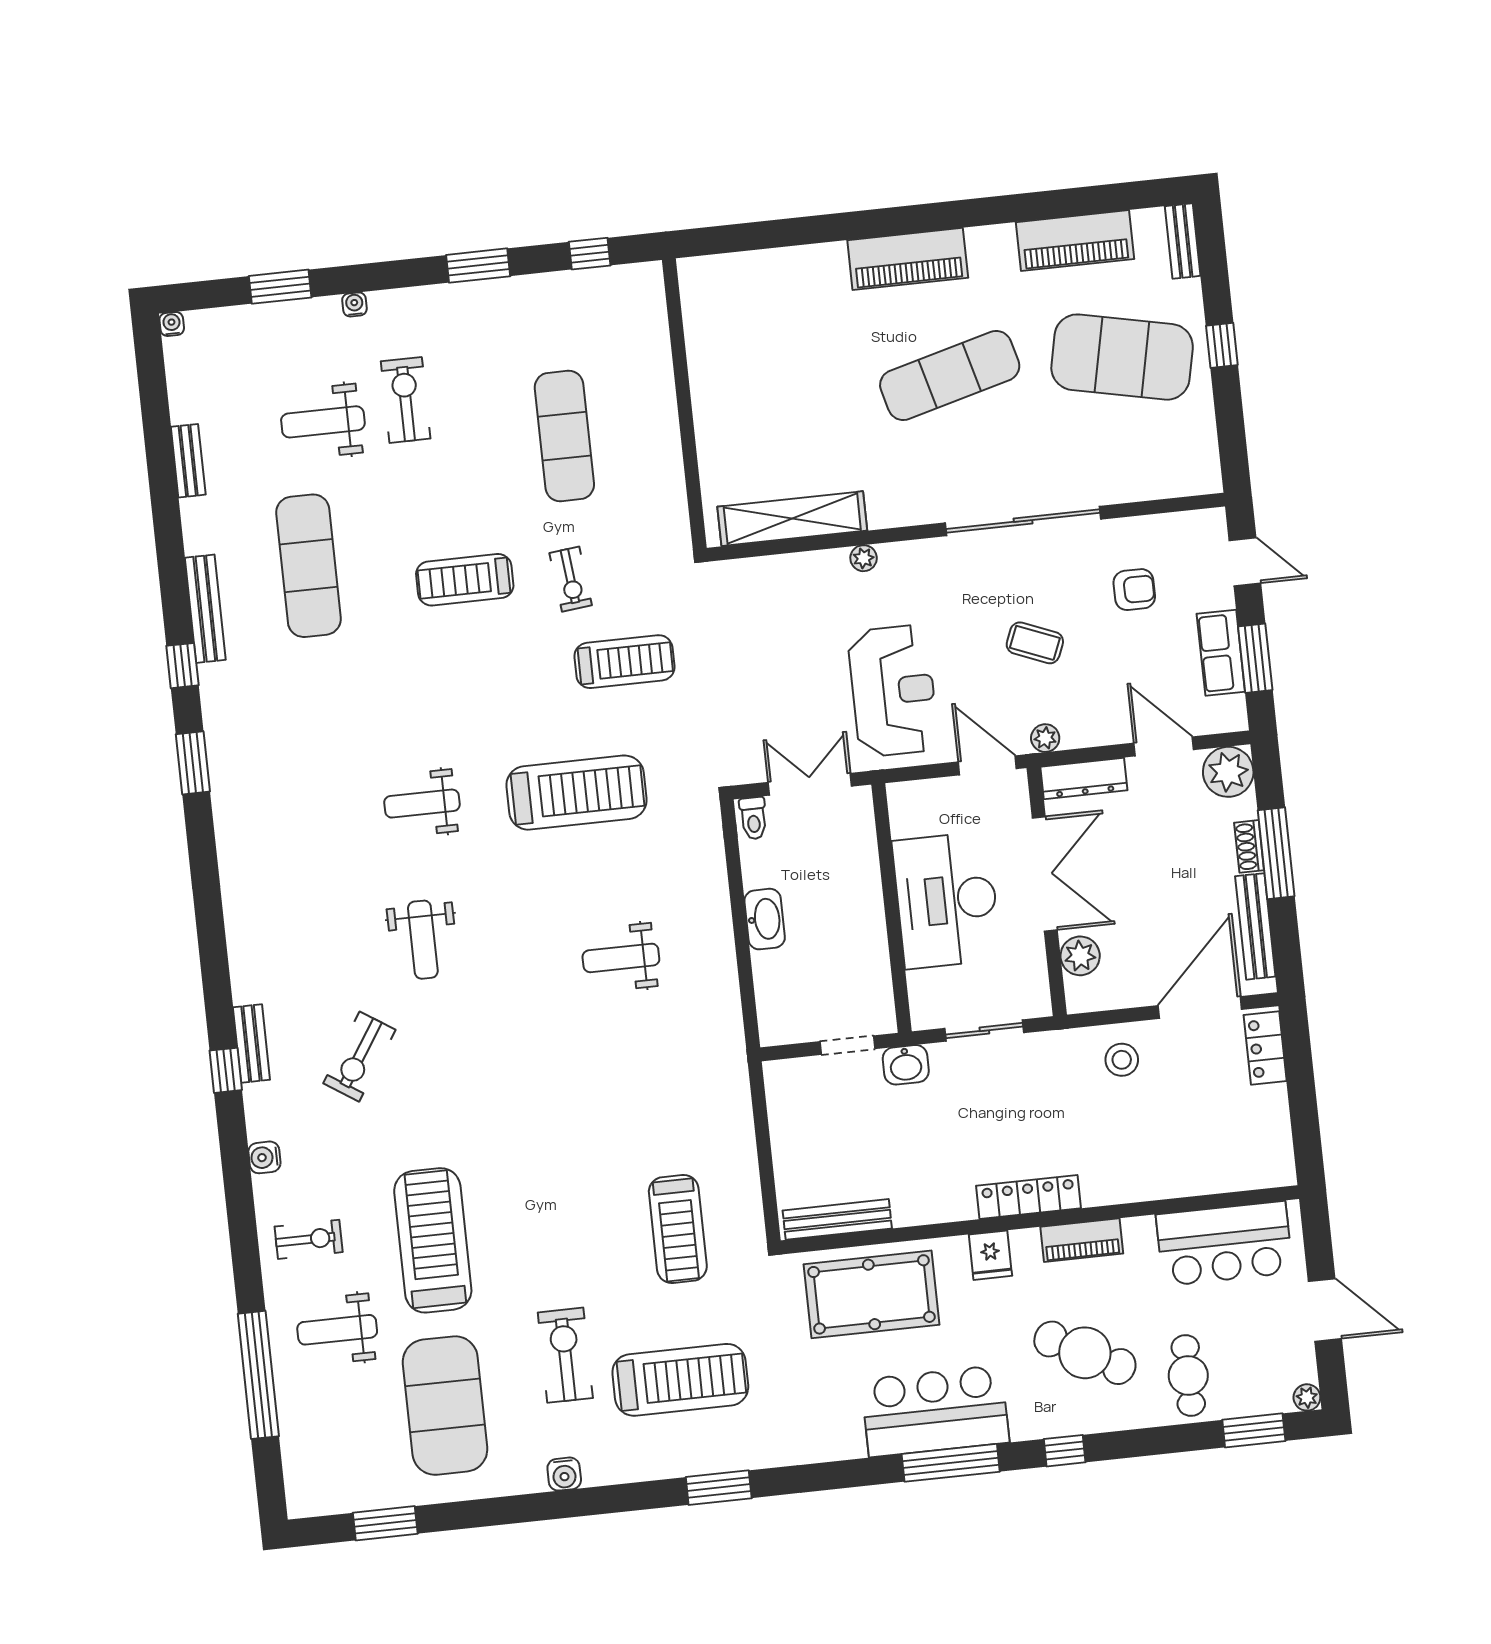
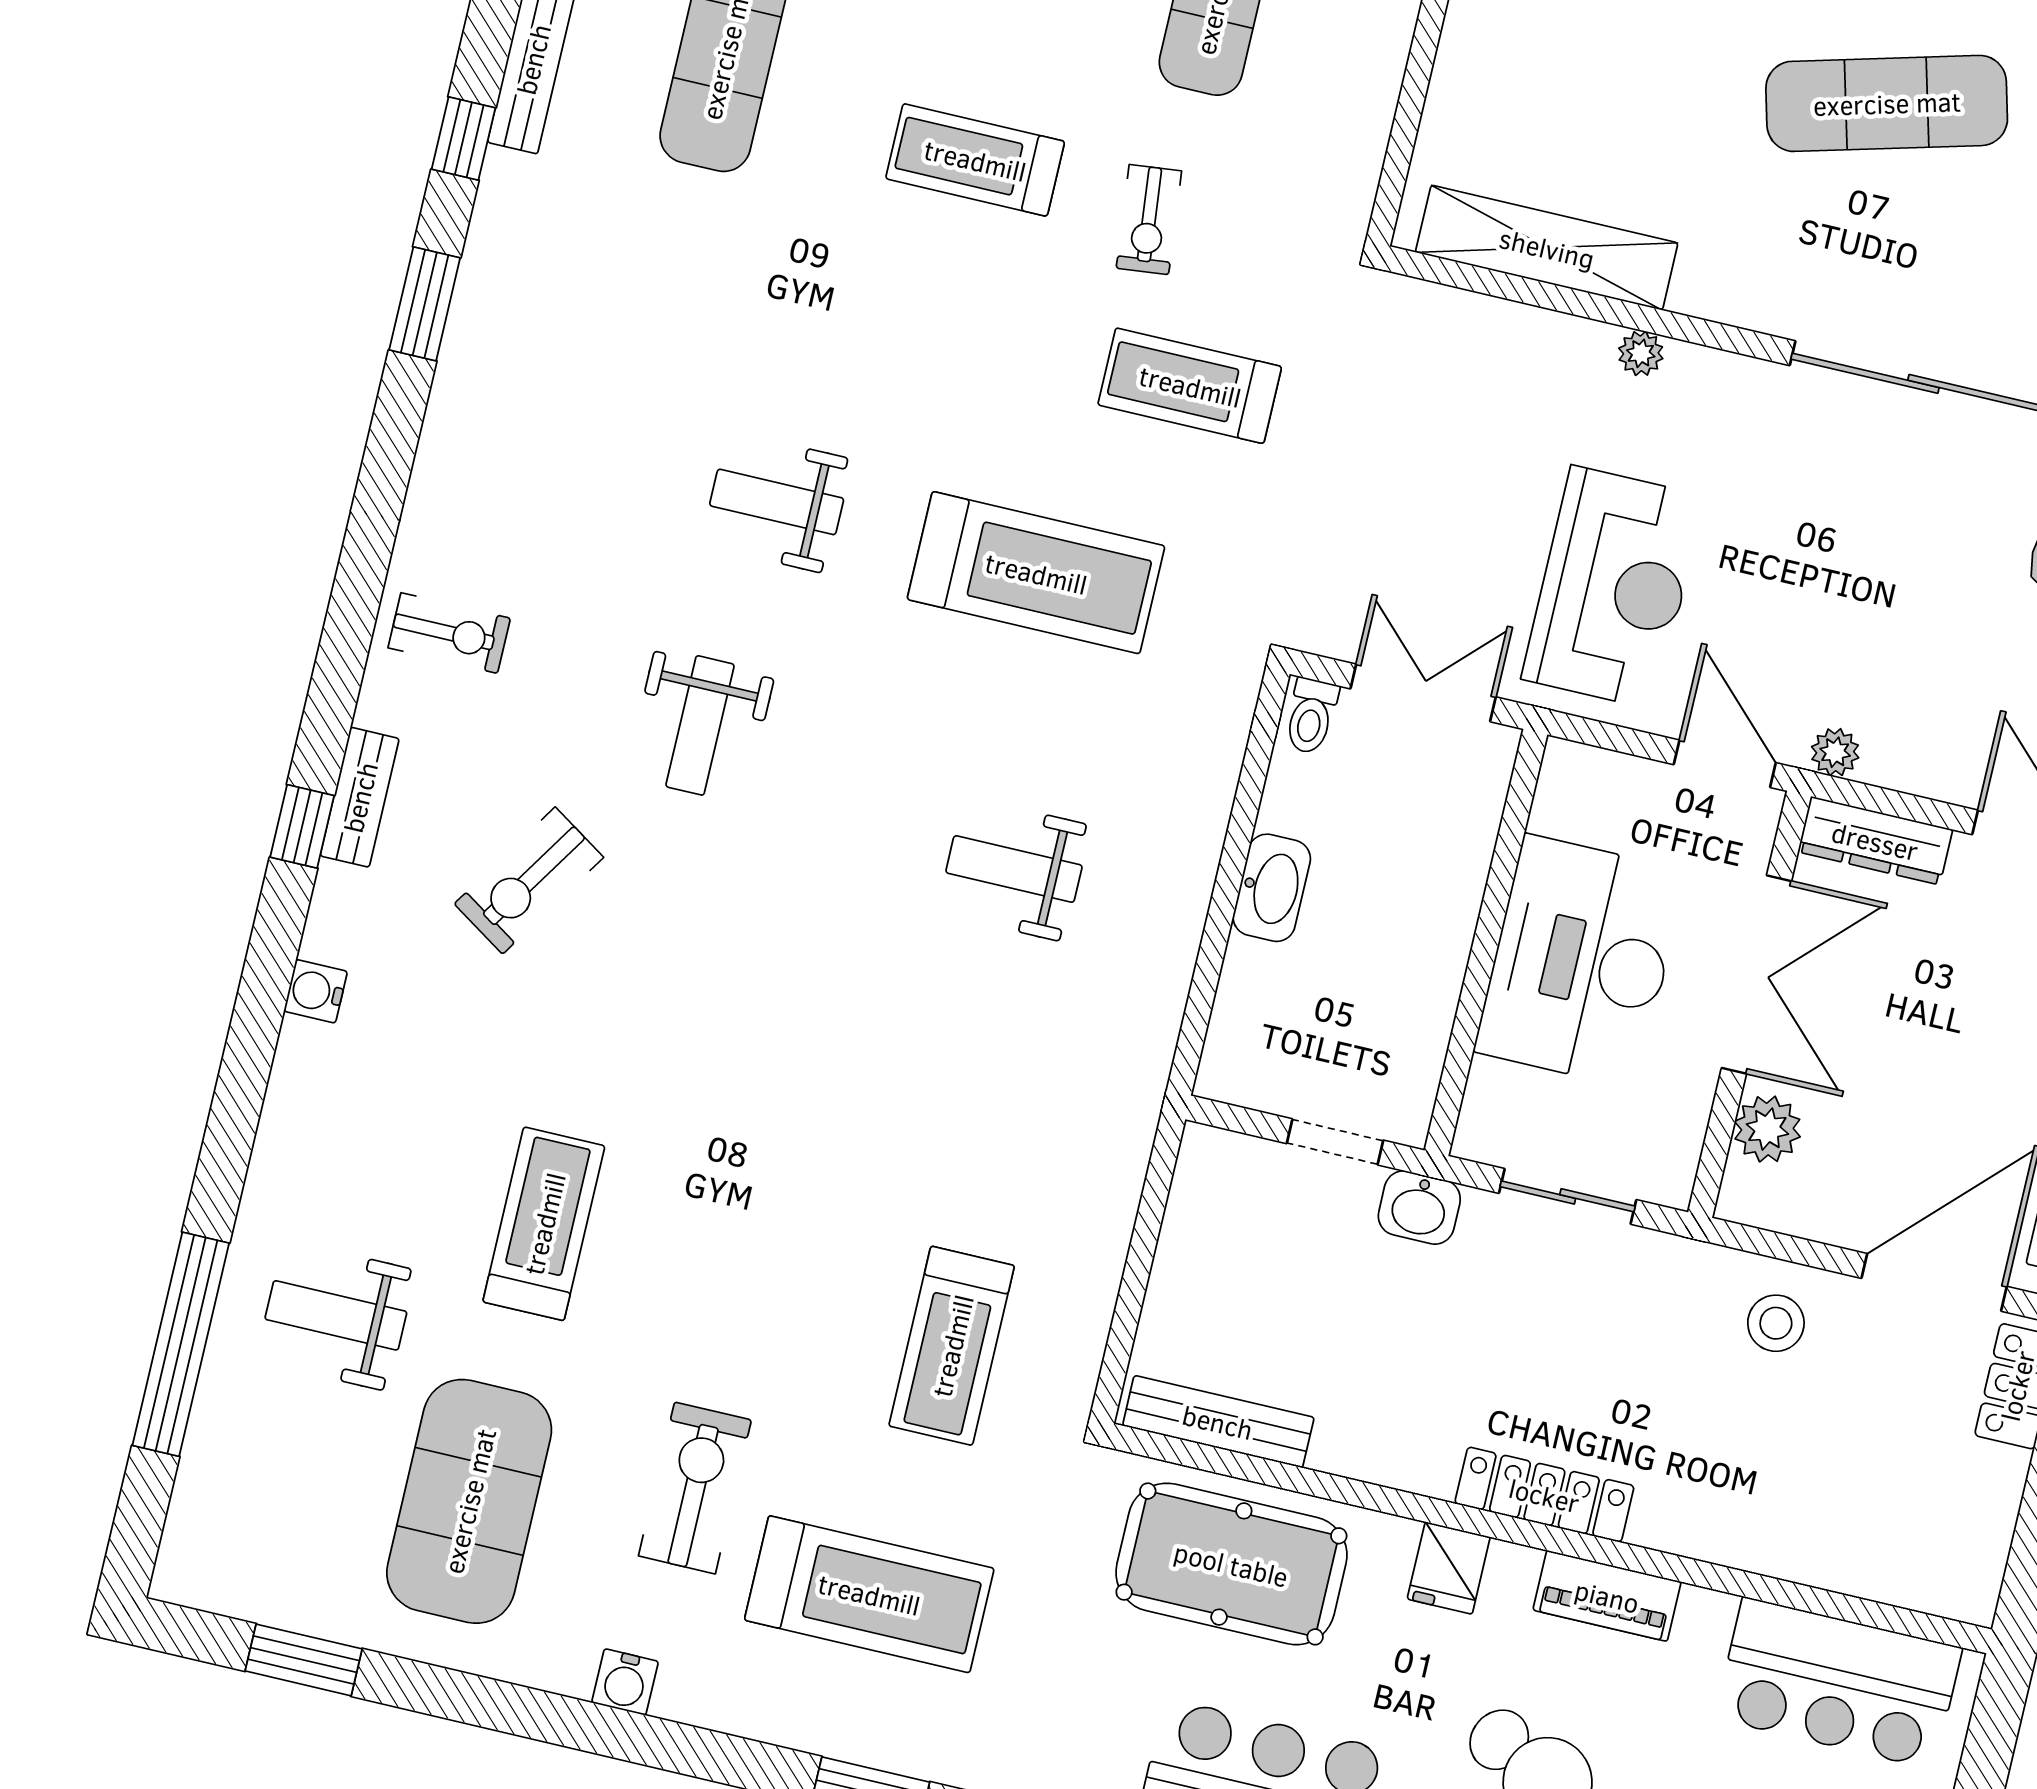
coffee table: (1035, 643) -> (1873, 590), removed
treadmill: (624, 662) -> (1190, 386), turned 180
exercise bike: (309, 1239) -> (449, 633), moved
treadmill: (433, 1240) -> (544, 1224), width x0.73, depth x0.73

